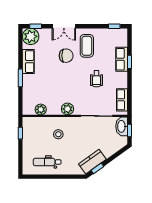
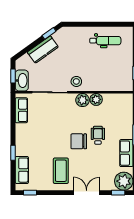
chair: (66, 56) -> (79, 141), moved
row of seats: (122, 59) -> (22, 170), moved
wheelchair: (96, 79) -> (98, 135), moved
plant: (41, 109) -> (96, 99), moved
stool: (58, 134) -> (76, 81), moved
kitchen counter: (92, 162) -> (43, 49), moved

